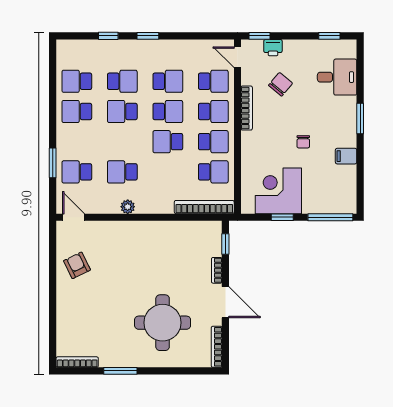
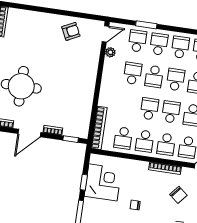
school desk: (168, 111) -> (171, 112), turned 180
school desk: (77, 142) -> (159, 44), added
school desk: (122, 142) -> (154, 76), added
plant: (128, 207) -> (110, 52), moved

